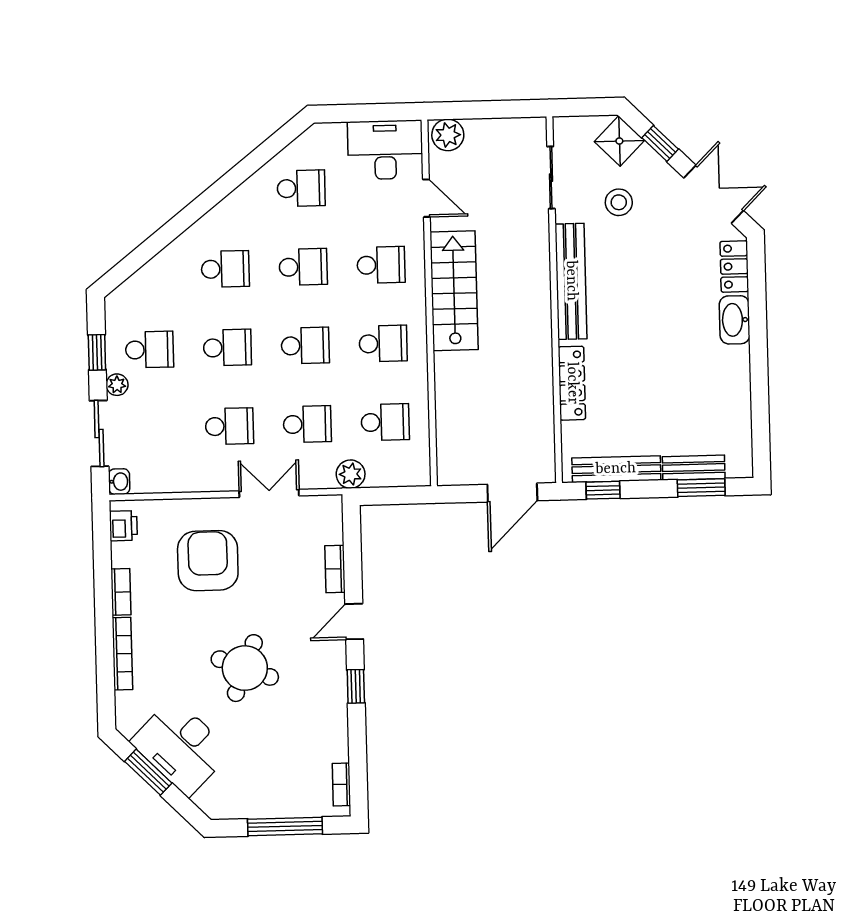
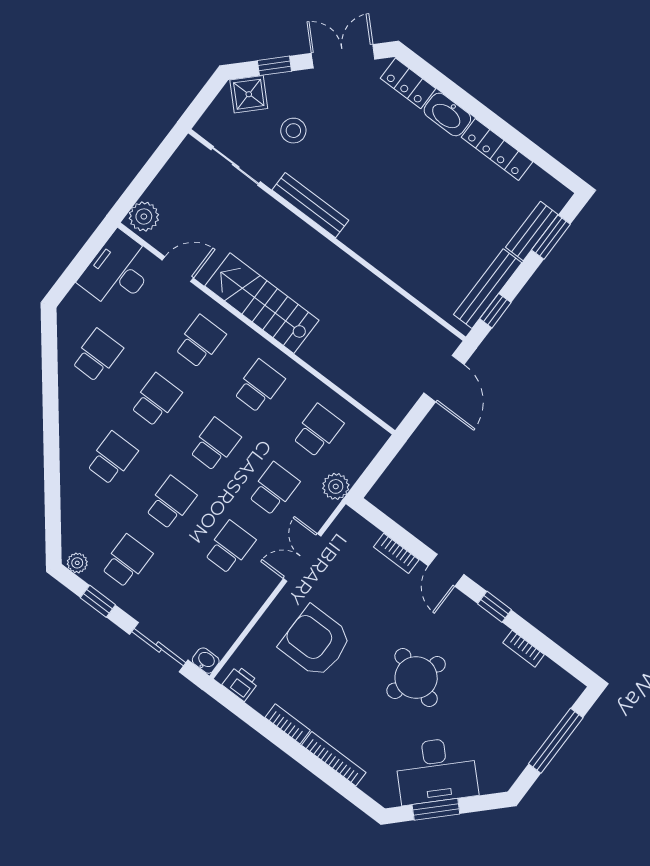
bench: (571, 281) -> (310, 205), width x0.73, depth x0.82
locker: (572, 383) -> (497, 150), moved, turned 180
plant: (117, 385) -> (77, 563), moved
bookcase: (341, 784) -> (524, 649), moved

